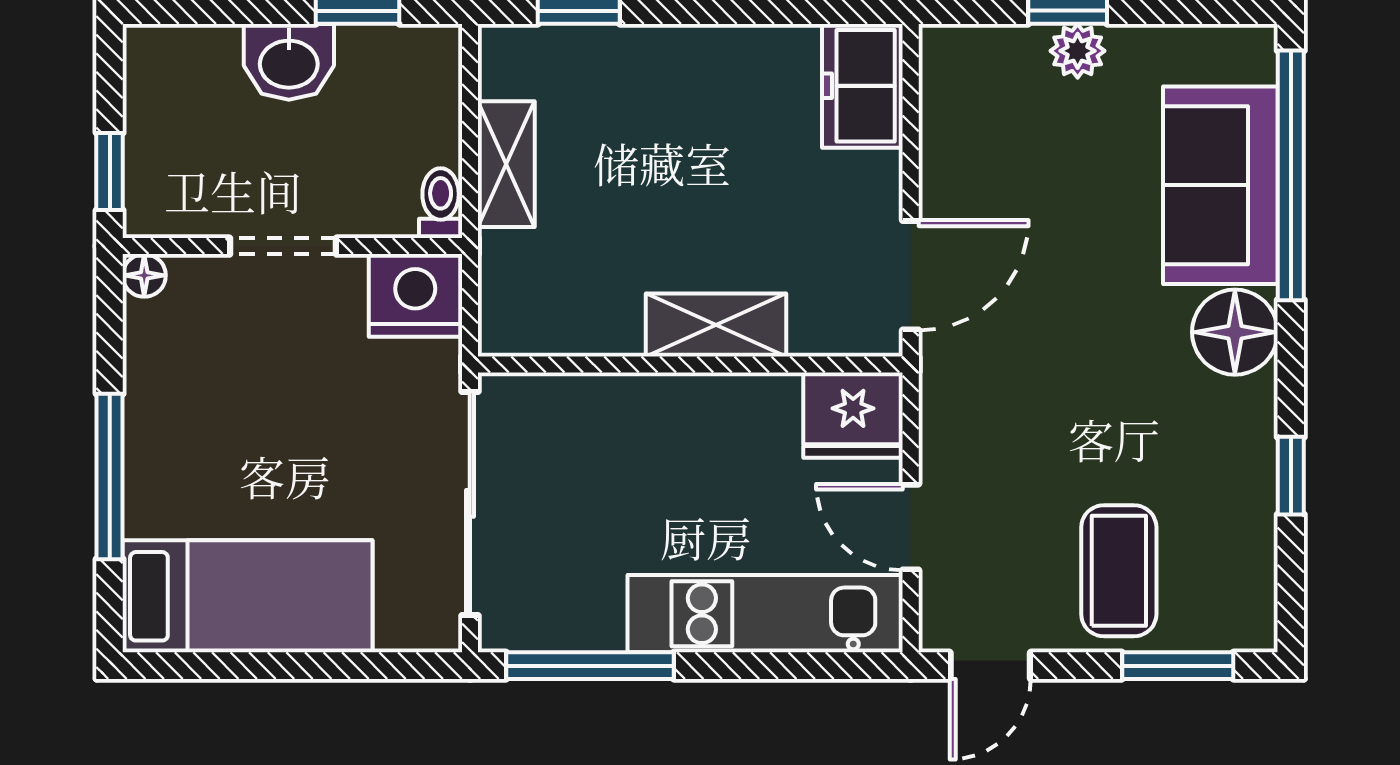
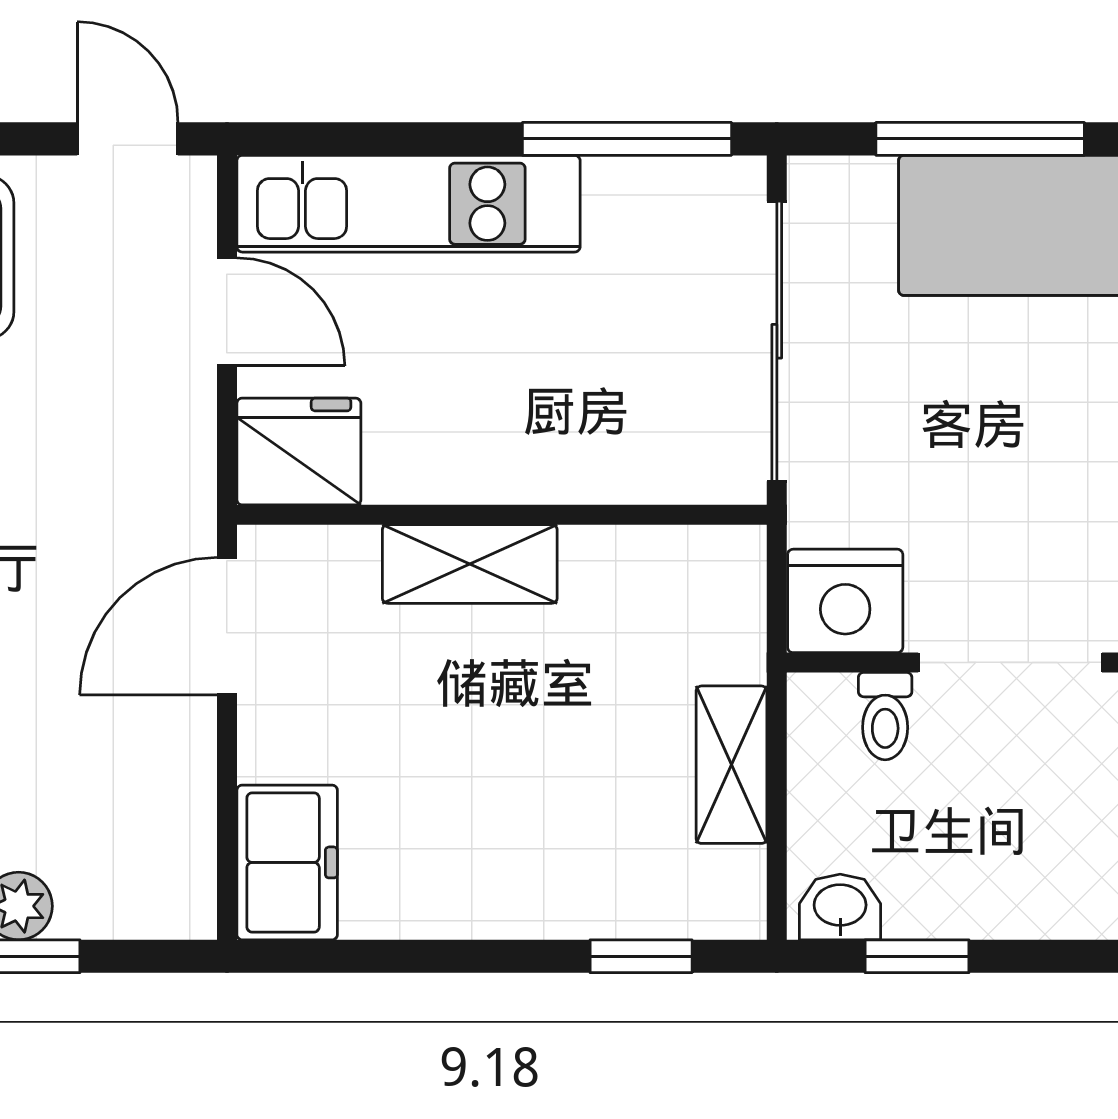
washbasin: (289, 62) -> (840, 907), moved, width x0.72, depth x0.69
toilet: (441, 203) -> (885, 716), moved
doorway: (283, 246) -> (1010, 662), width x1.38
window: (307, 666) -> (980, 139), added
door: (990, 666) -> (128, 139), hinge flipped

